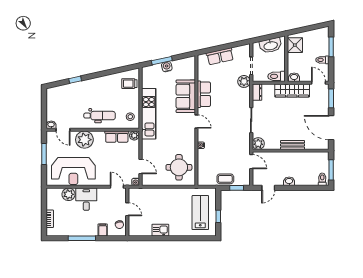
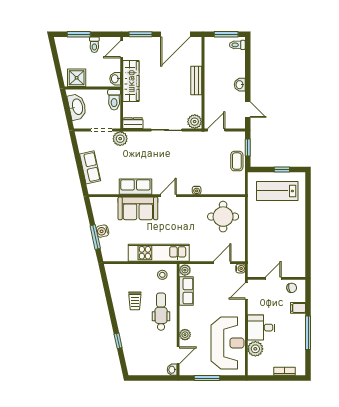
trolley: (129, 84) -> (135, 301), moved
plant: (84, 140) -> (185, 335), width x0.53, depth x0.53
kitchen sink: (160, 230) -> (298, 239), removed

